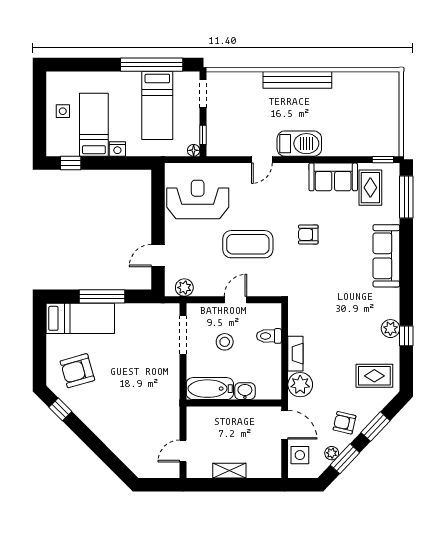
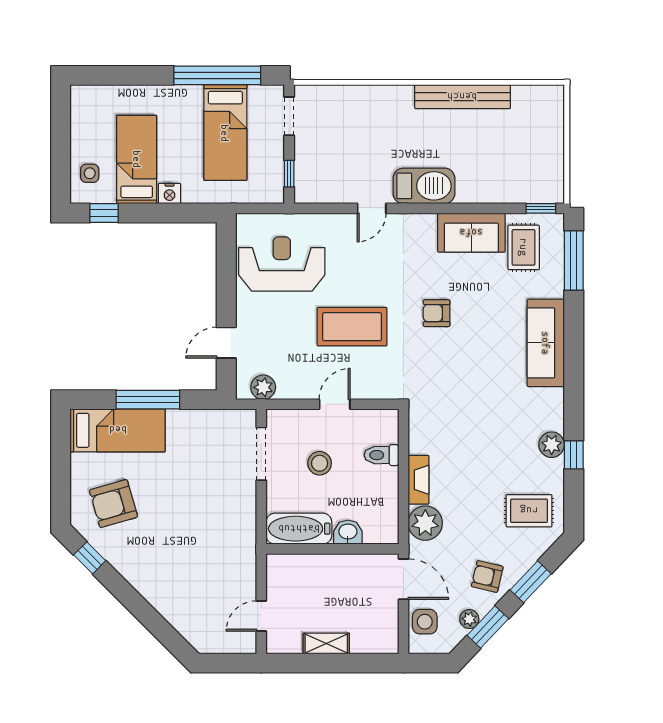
bench: (297, 80) -> (462, 97), moved
side table: (63, 111) -> (90, 173), moved
floor lamp: (194, 150) -> (276, 195), removed

